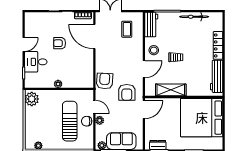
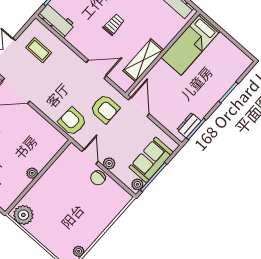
stool: (154, 50) -> (86, 41), removed
door: (144, 69) -> (96, 69), hinge flipped
door: (94, 107) -> (90, 156), hinge flipped
bed: (202, 118) -> (191, 44), width x0.49
sun lounger: (70, 121) -> (82, 196), removed

